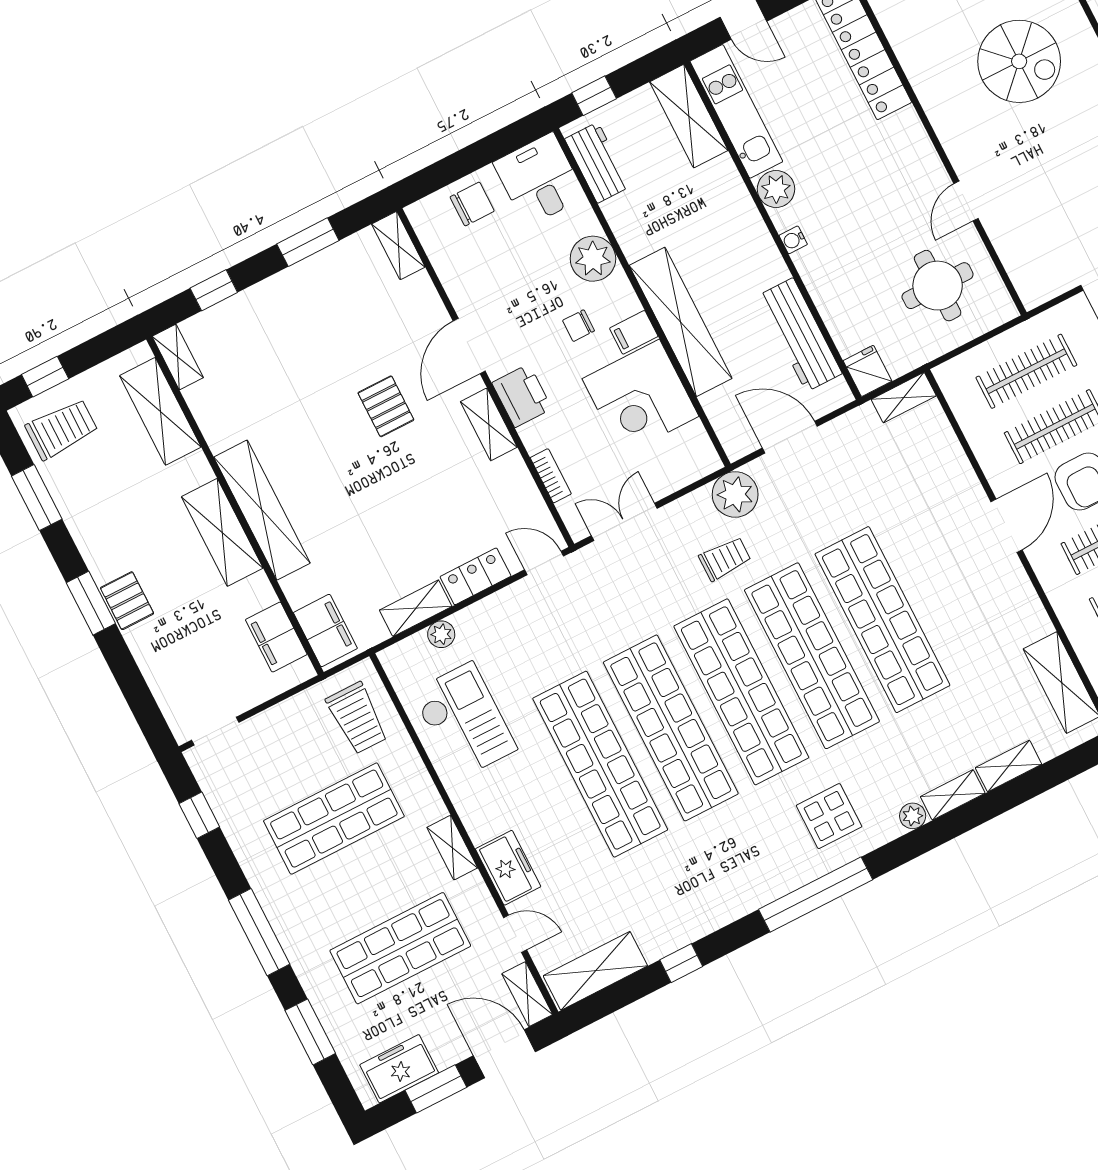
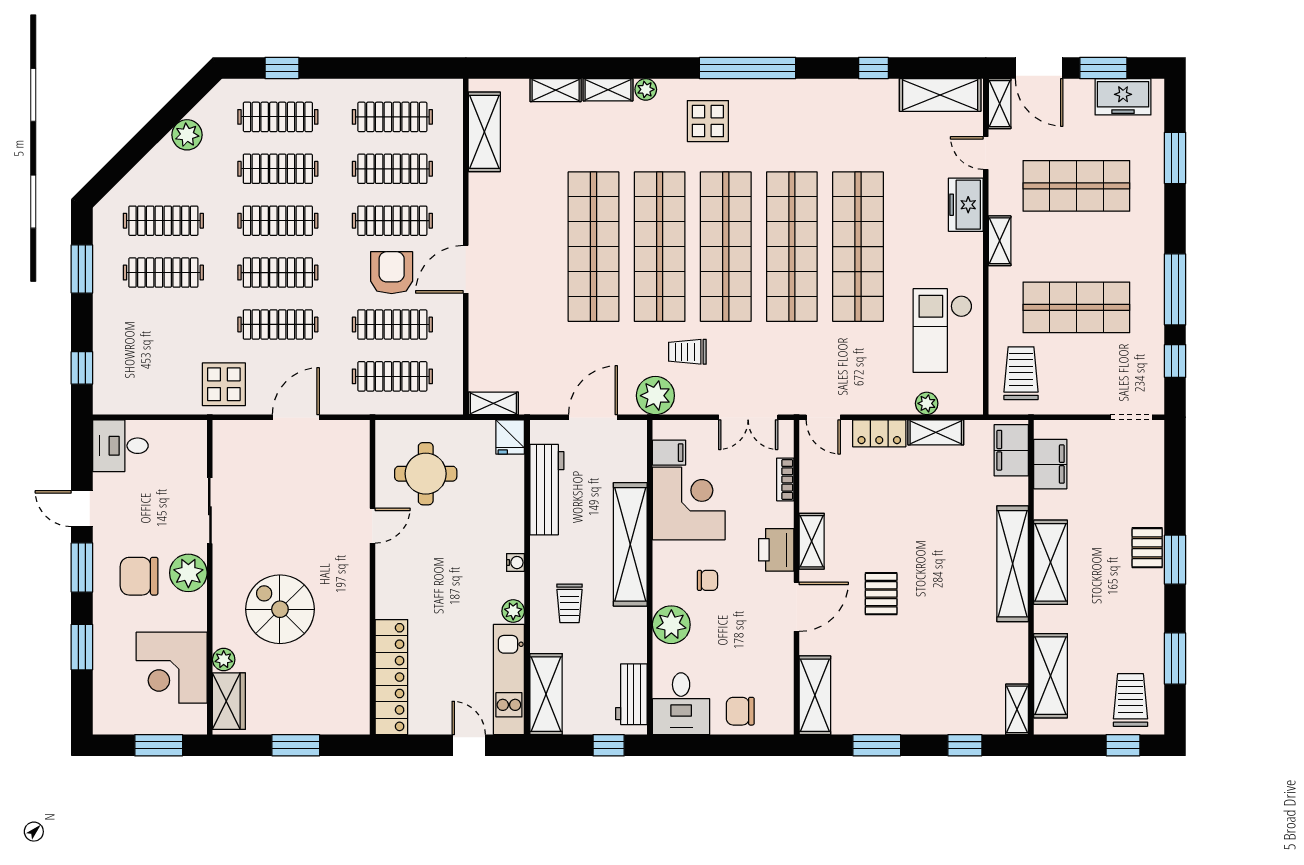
plant: (776, 189) -> (513, 611), width x0.73, depth x0.73
trolley: (713, 226) -> (569, 603), added
shelving: (398, 246) -> (815, 695), width x1.50, depth x1.33
filing cabinet: (634, 332) -> (669, 453), moved
trolley: (62, 429) -> (1131, 700), turned 90
door: (790, 437) -> (593, 417), swing flipped
window: (259, 932) -> (1175, 289), moved

